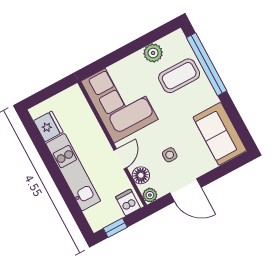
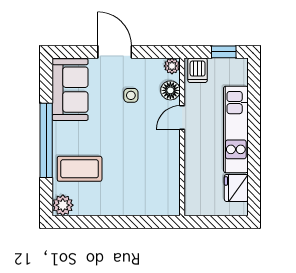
plant: (153, 53) -> (63, 205), moved
window: (207, 64) -> (46, 140), moved
corner sofa: (119, 100) -> (152, 176), removed
door: (185, 190) -> (115, 52), moved

